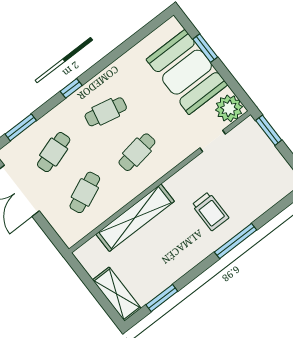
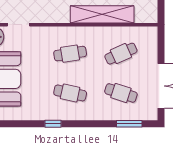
window: (71, 88) -> (53, 124), moved
cafe table: (54, 152) -> (121, 93), turned 36

